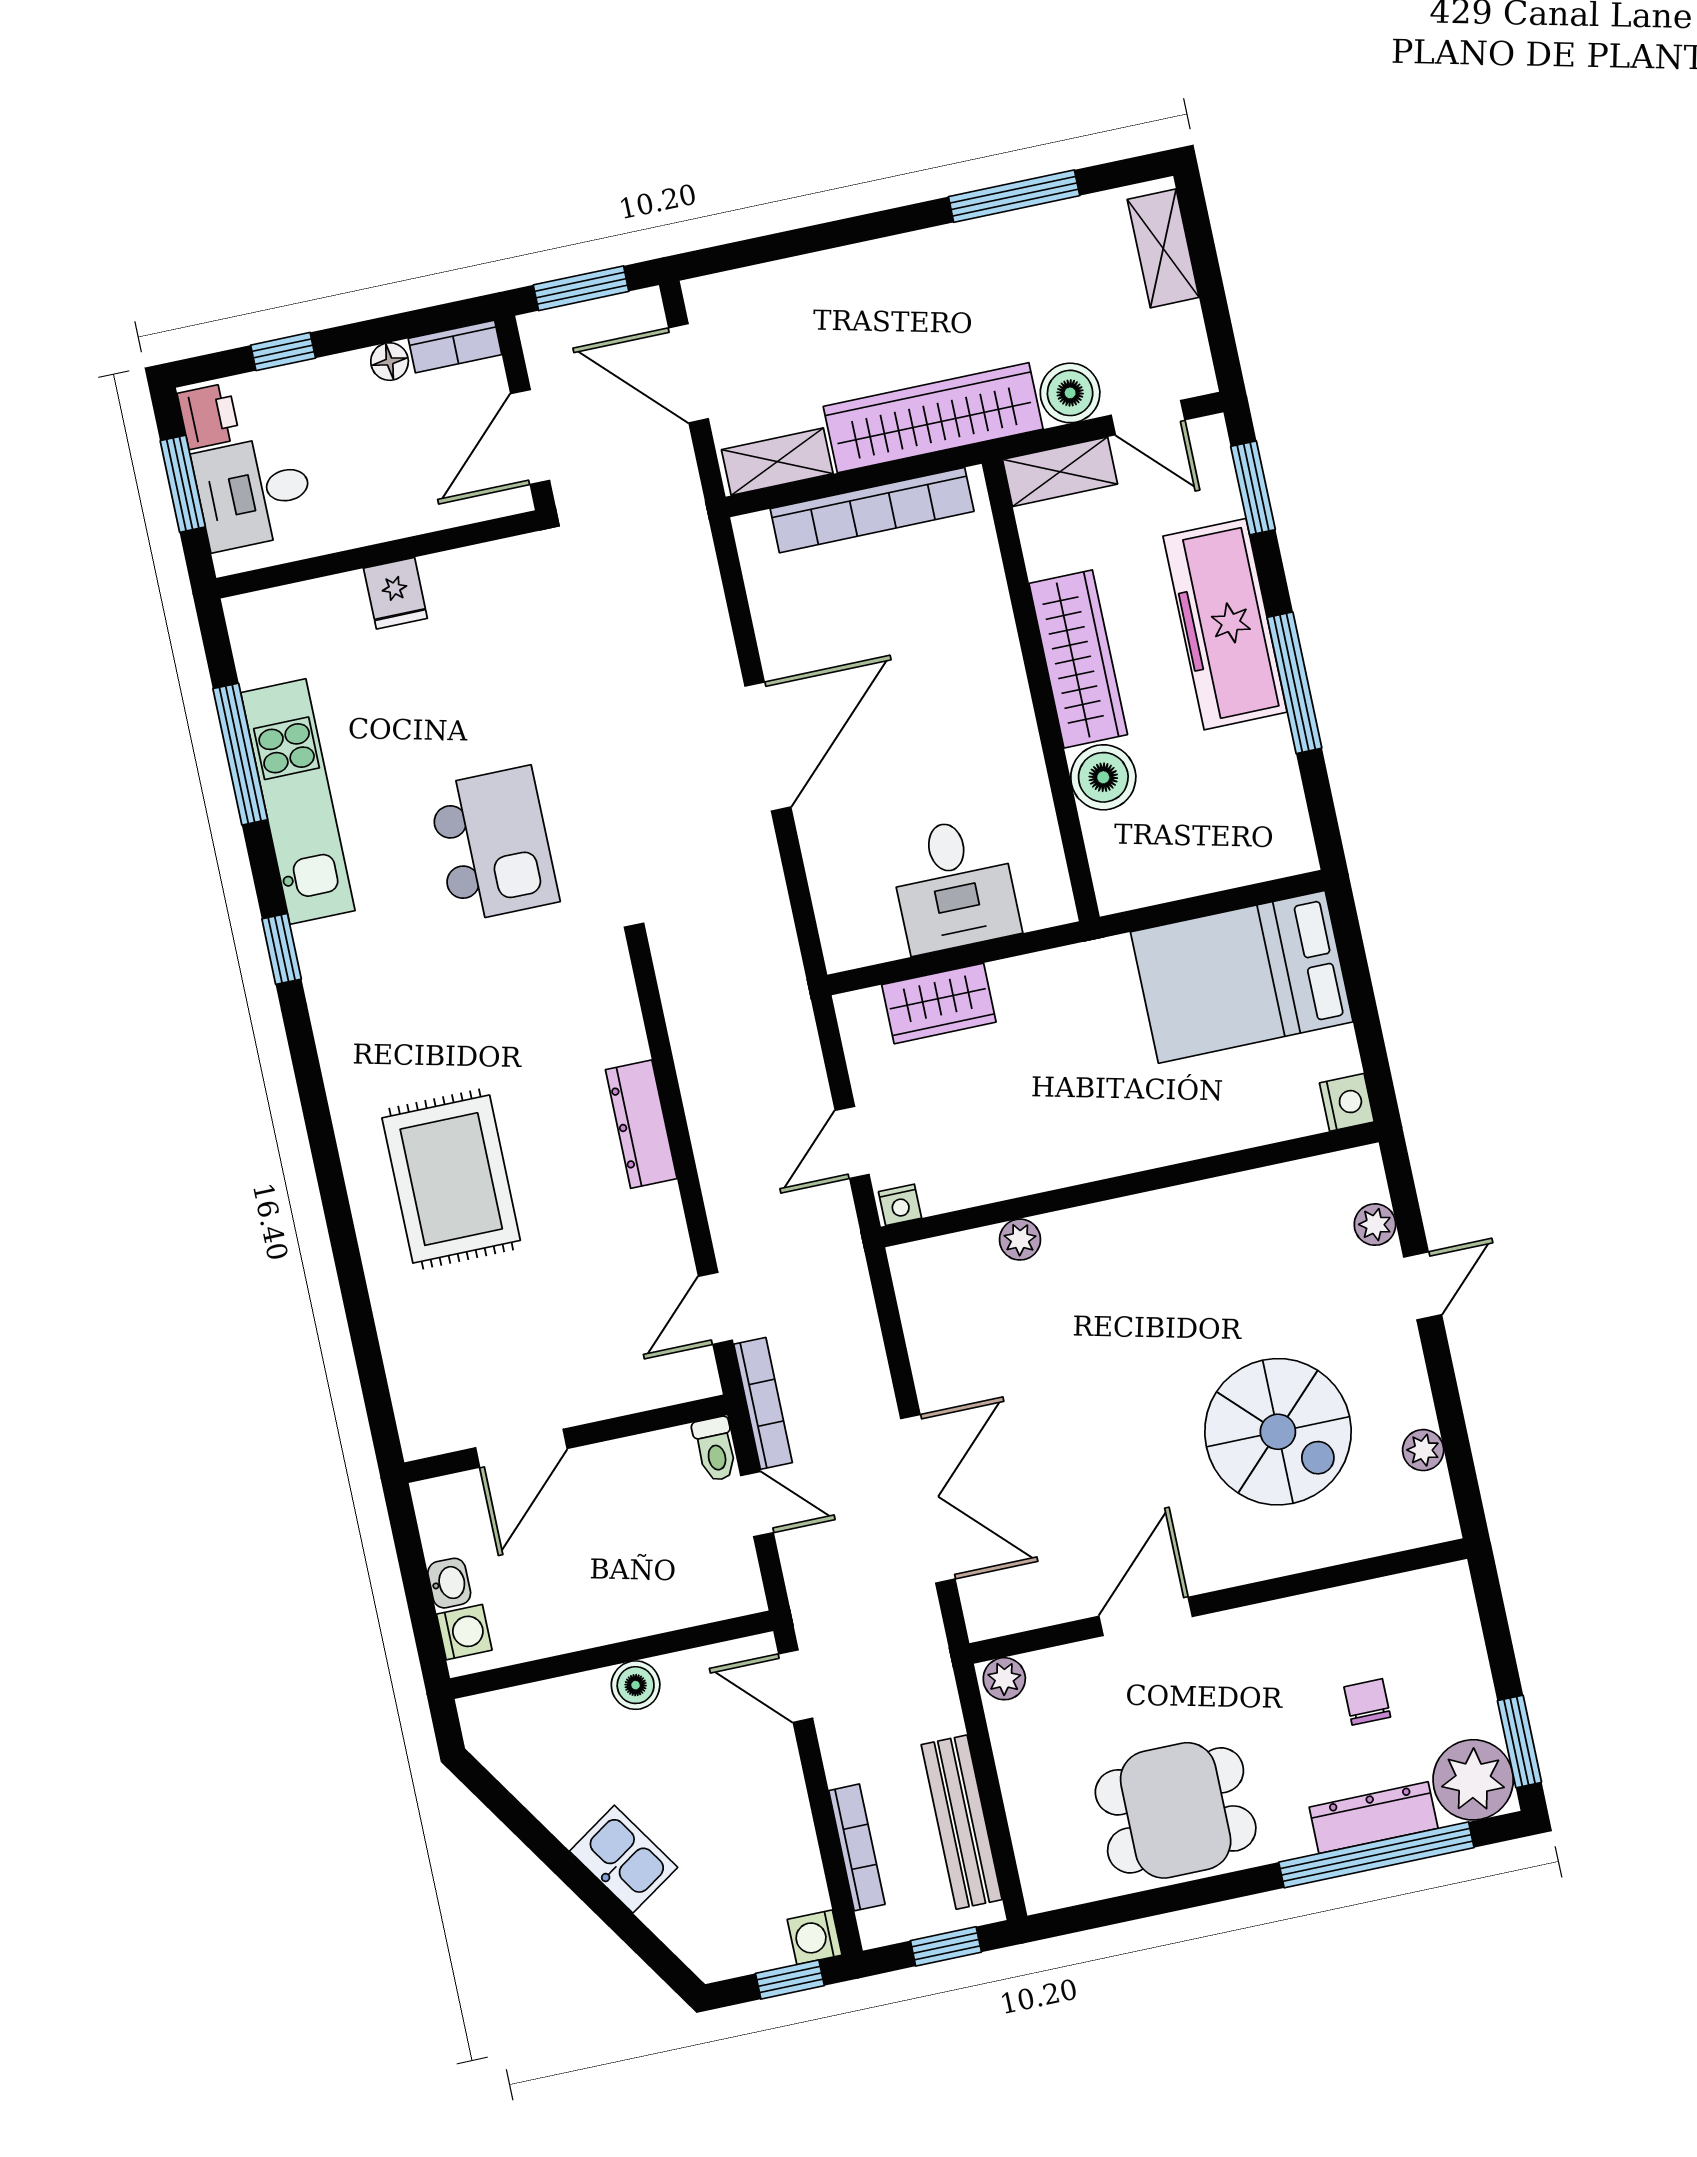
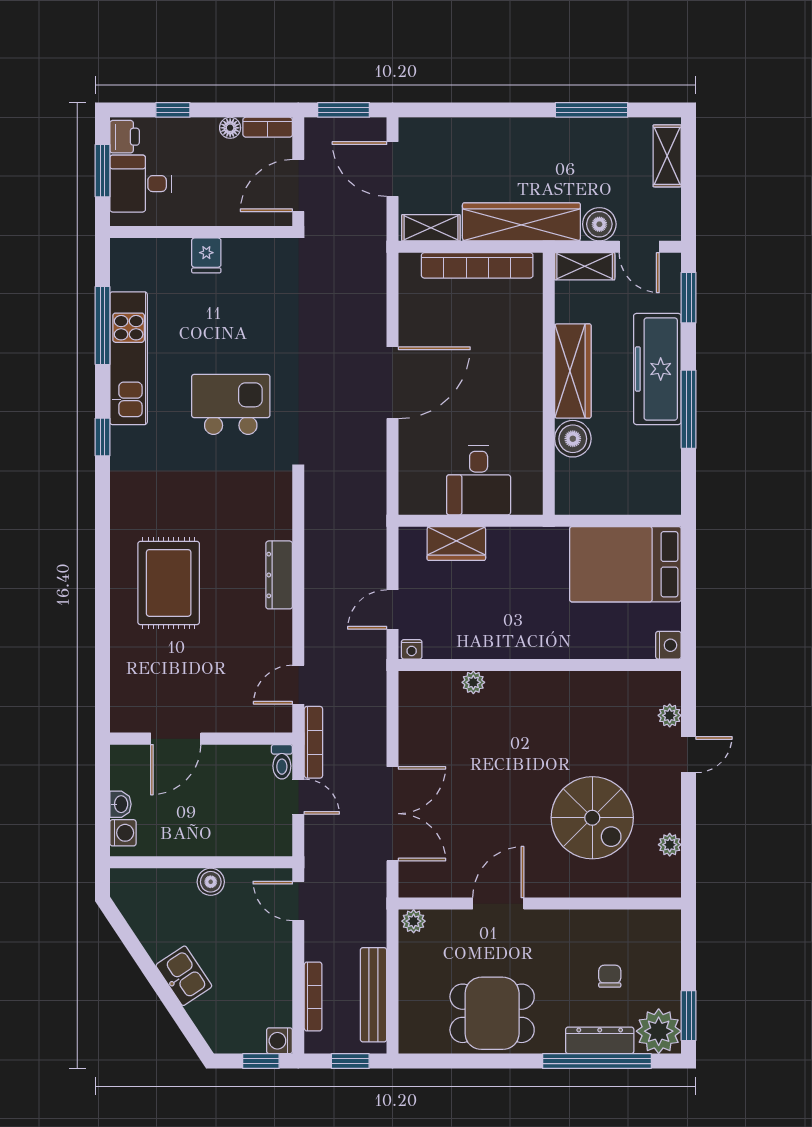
kitchen island: (493, 844) -> (231, 404), turned -90

